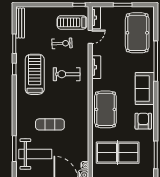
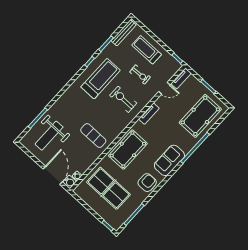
treadmill: (72, 22) -> (147, 50), moved
exercise mat: (50, 124) -> (93, 136), moved
weight bench: (35, 154) -> (49, 136), turned 90

